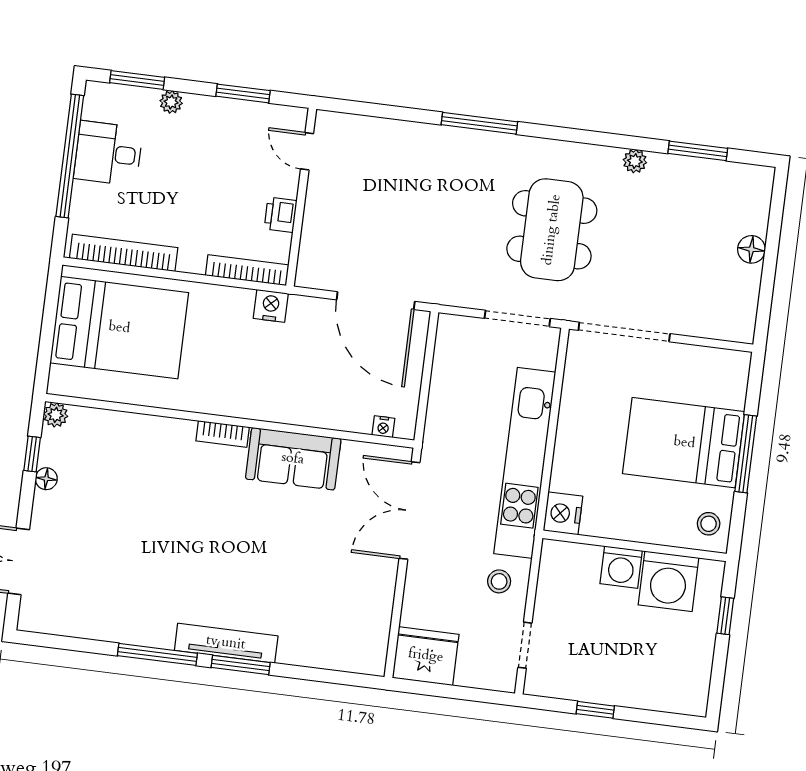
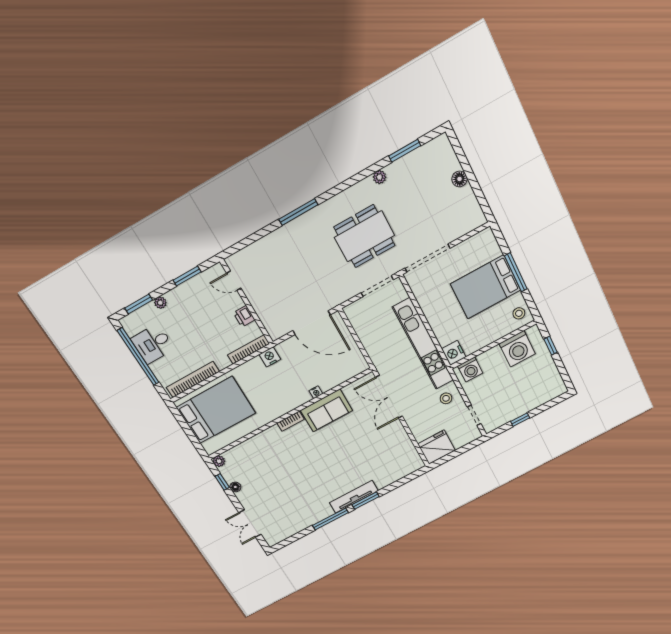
dining table: (552, 230) -> (364, 236), turned 90
nightstand: (383, 427) -> (316, 392), moved
washing machine: (621, 567) -> (470, 369), moved

